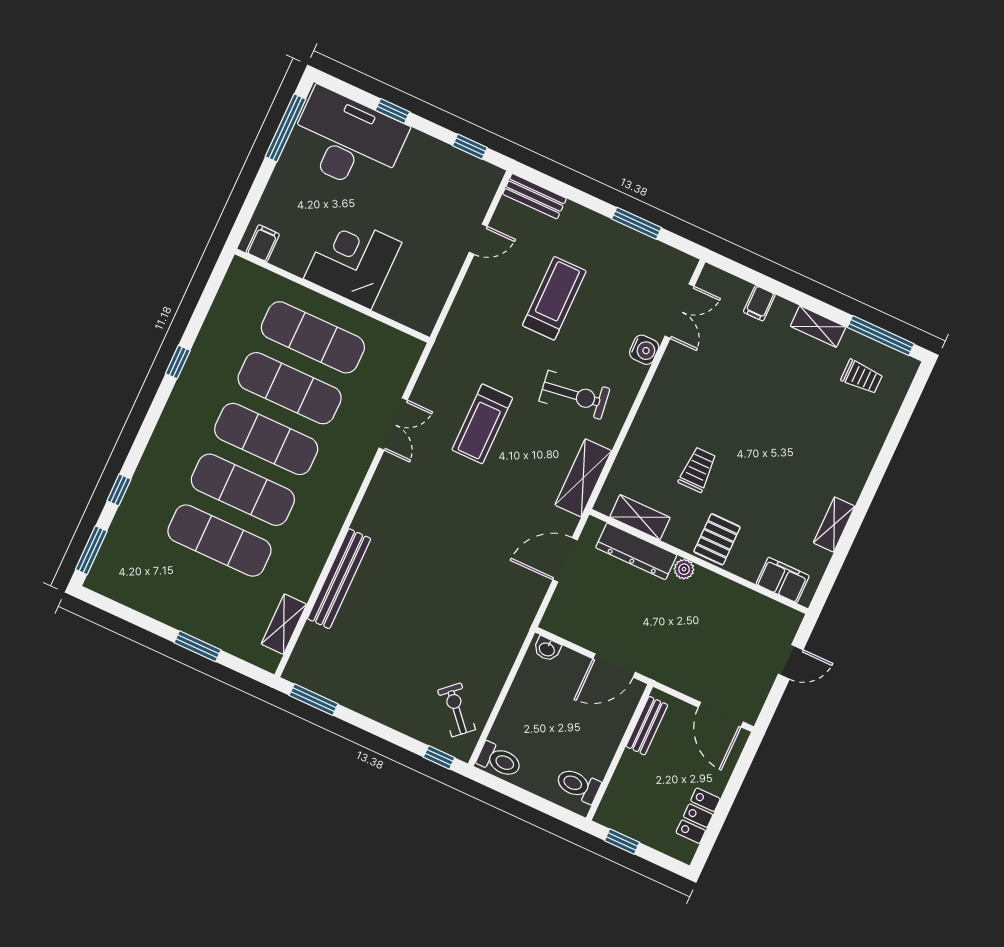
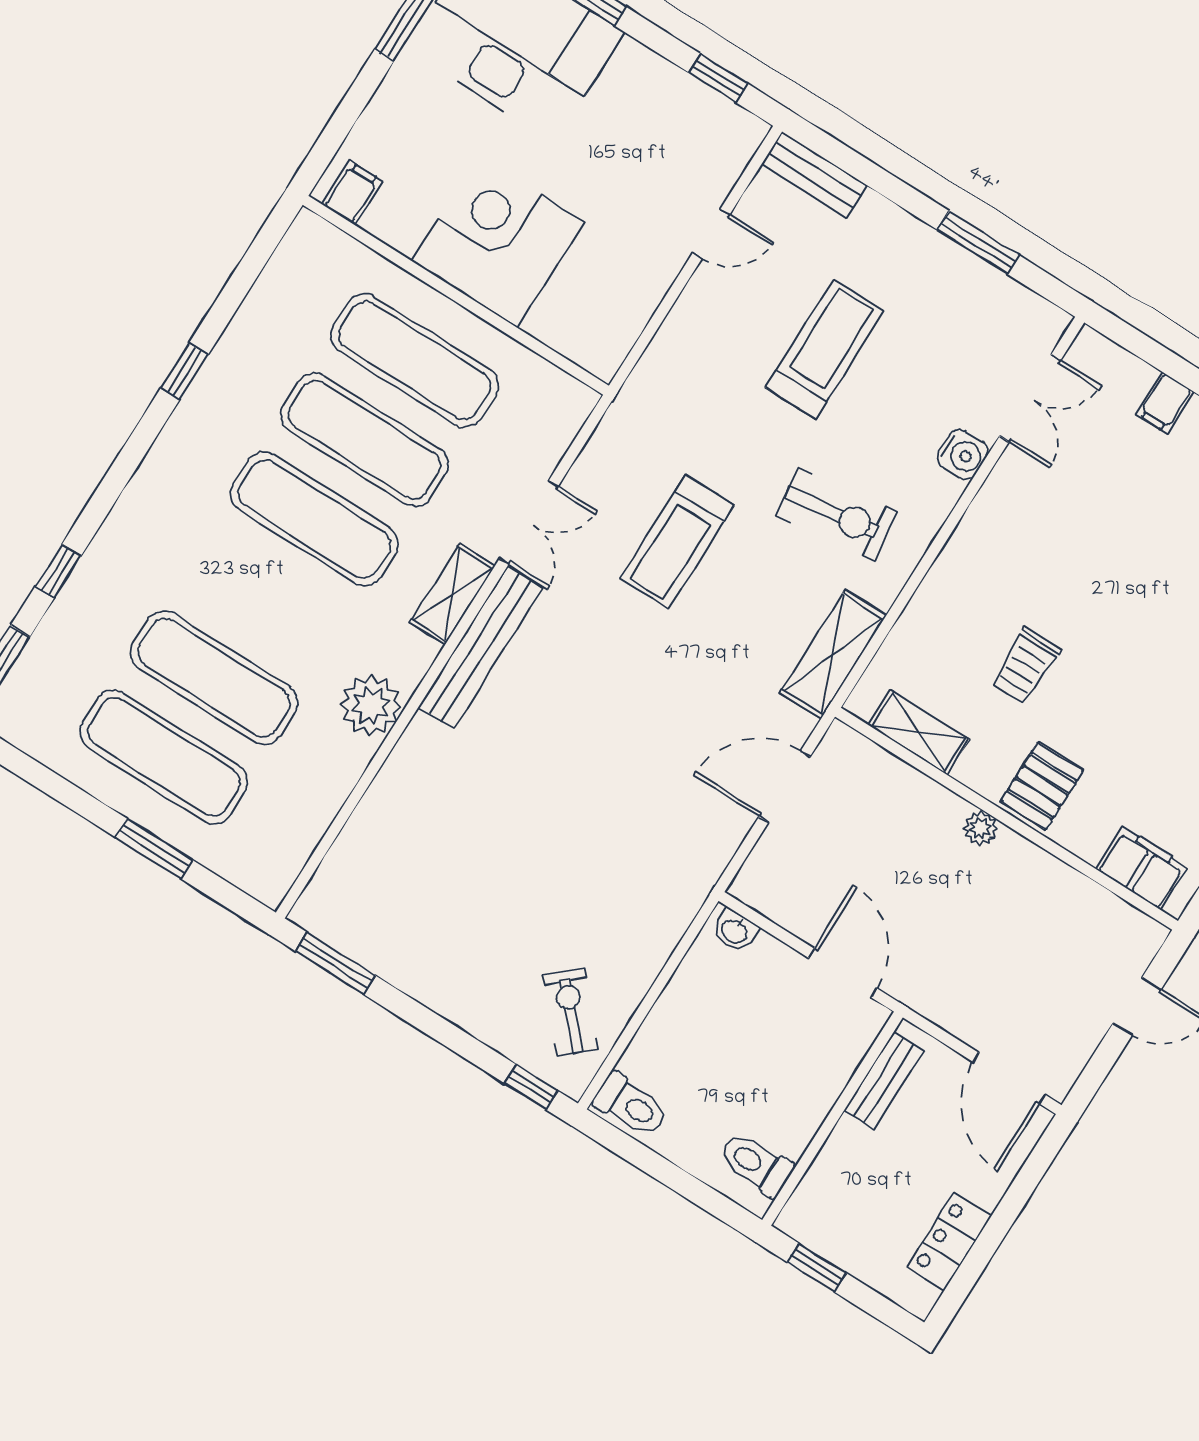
trolley: (698, 470) -> (1025, 666), turned 180
exercise mat: (243, 490) -> (164, 757), moved
plant: (314, 545) -> (371, 705), added
dresser: (636, 551) -> (905, 788), removed
bench: (339, 579) -> (480, 648), moved
shelving: (284, 624) -> (452, 594), moved
door: (614, 666) -> (843, 973), swing flipped

